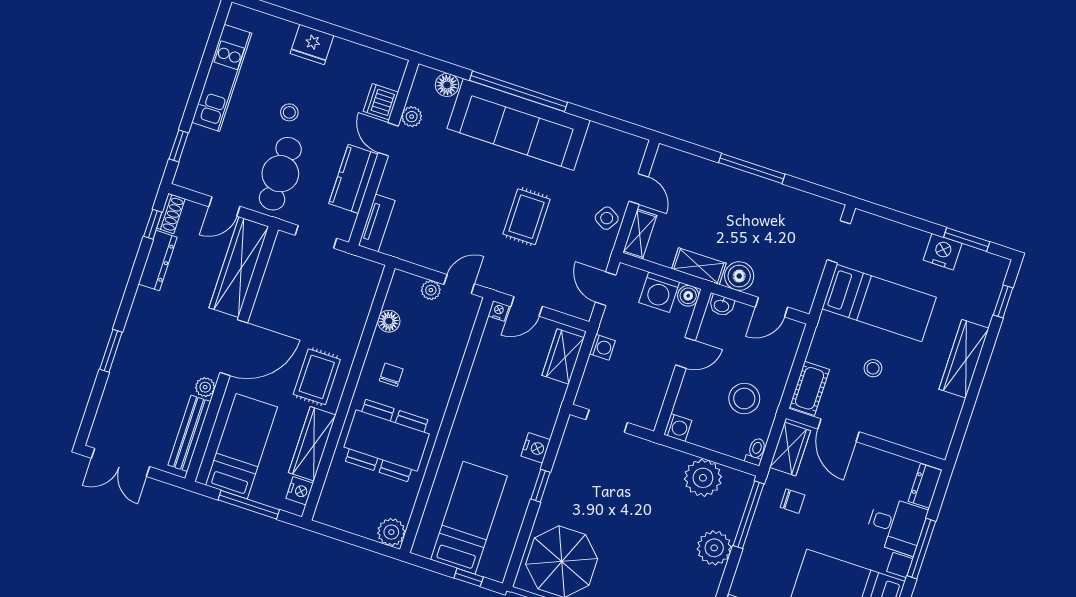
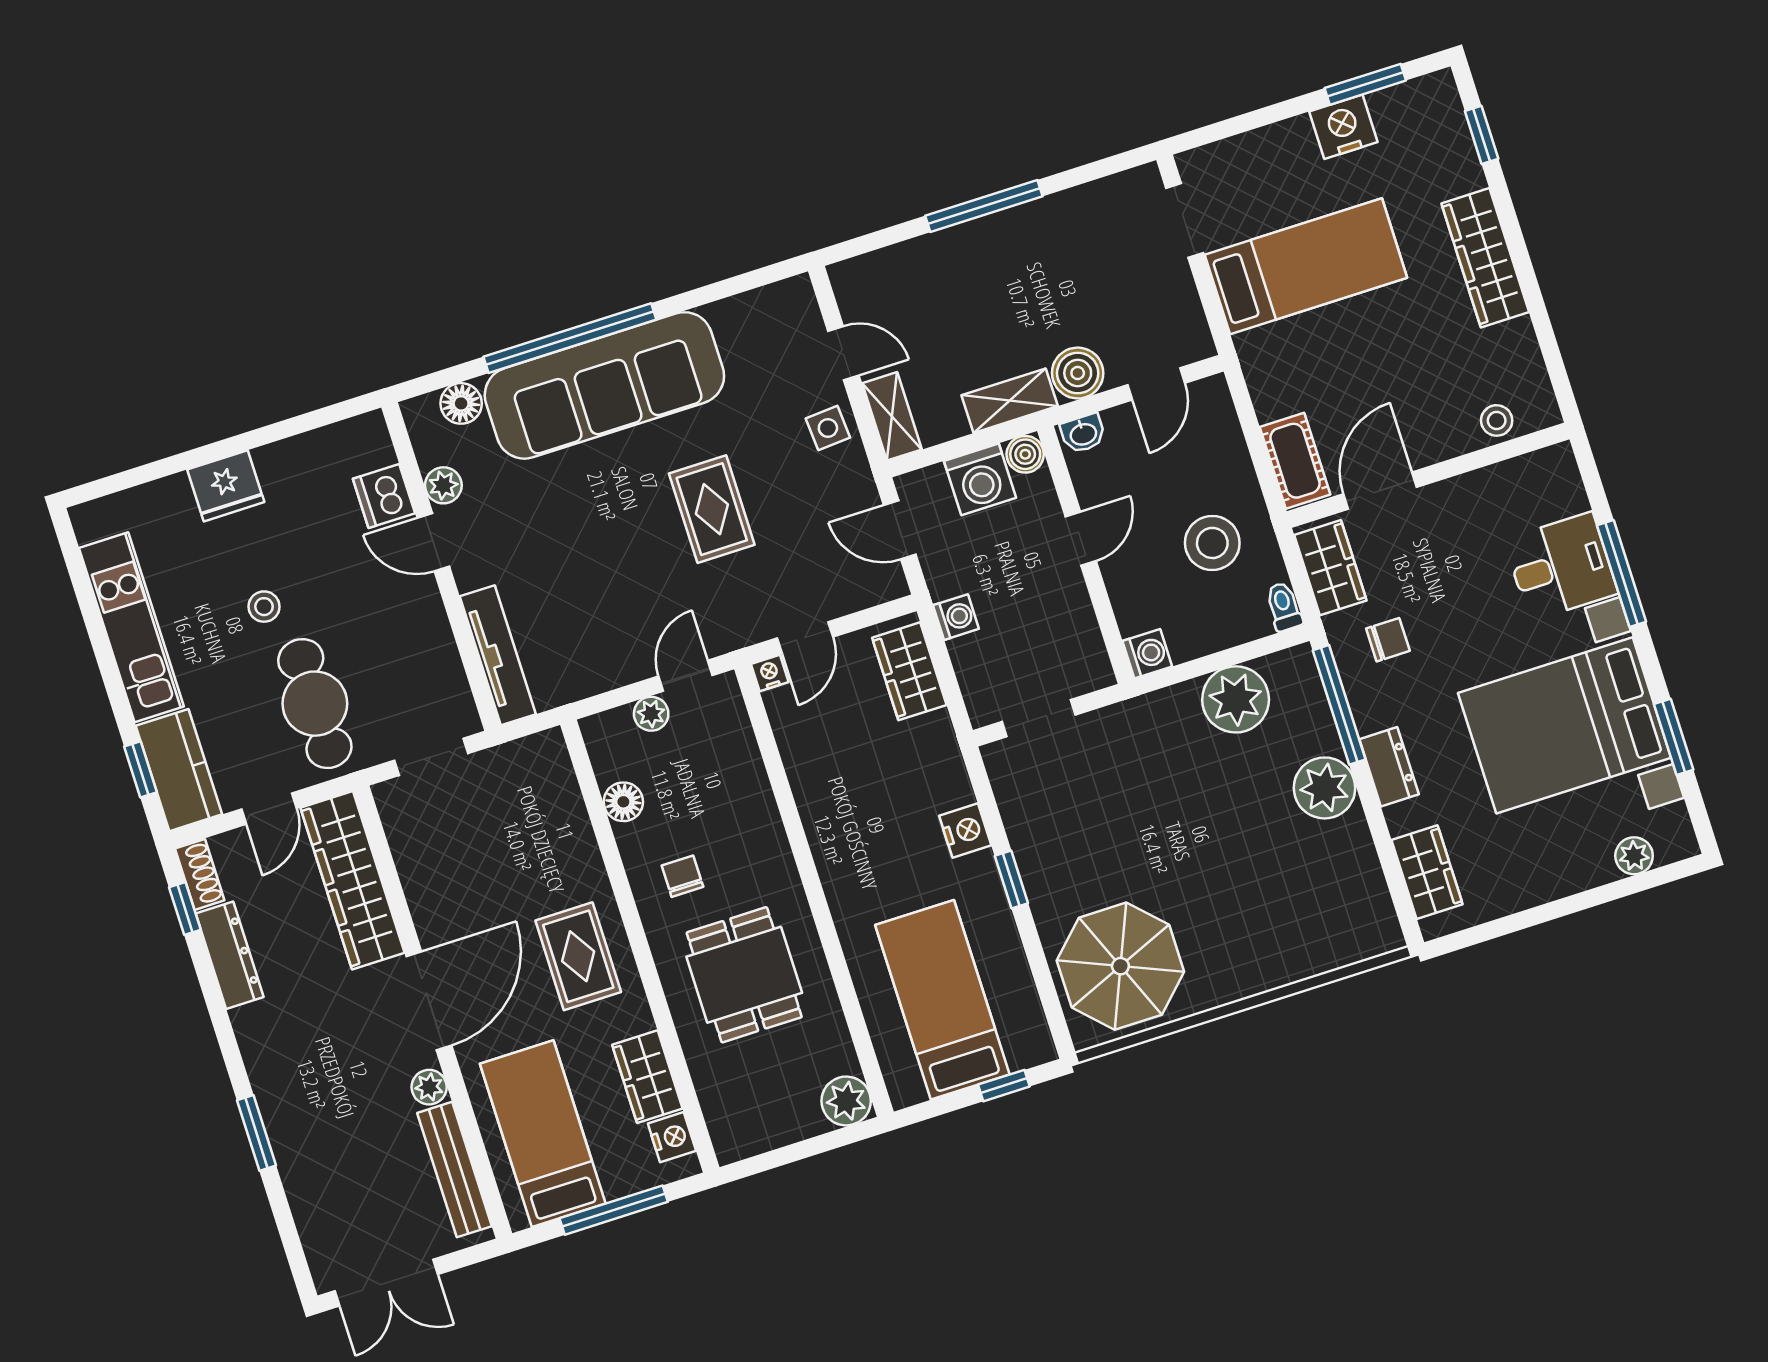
kitchen counter: (353, 179) -> (179, 770), moved, turned 180
side table: (607, 218) -> (828, 428), turned -34
tv unit: (377, 223) -> (498, 655), width x1.41
stool: (873, 368) -> (1497, 420), moved
door: (838, 430) -> (1380, 491), swing flipped
dining table: (387, 440) -> (744, 975), width x0.73
wardrobe: (312, 444) -> (647, 1077), width x0.67
dresser: (925, 486) -> (1389, 767), moved, turned 180

